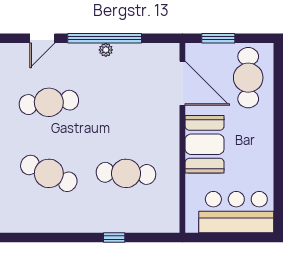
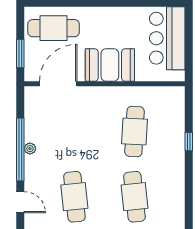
cafe table: (49, 173) -> (134, 197), turned -30

